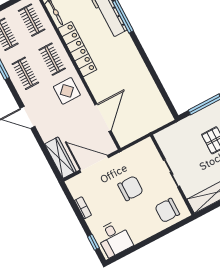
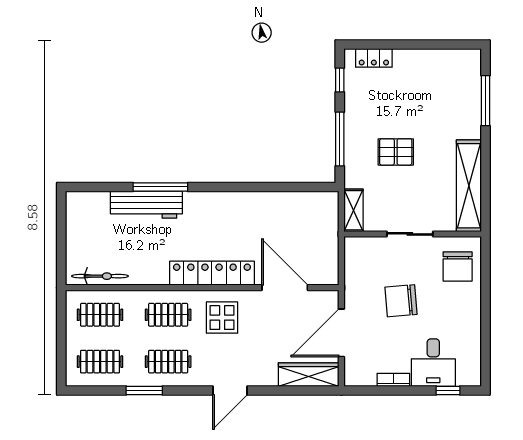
locker: (77, 49) -> (212, 273), moved
shelving: (168, 134) -> (353, 210), added
chair: (130, 188) -> (401, 301), turned -95
desk: (114, 238) -> (433, 363), moved, turned 90

